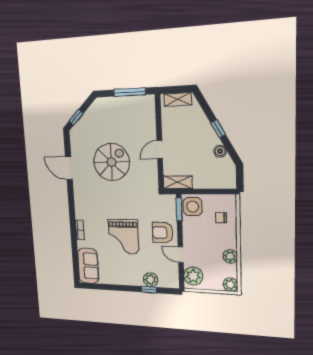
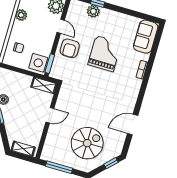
spiral stairs: (111, 162) -> (87, 143), moved, turned 180
door: (69, 168) -> (133, 124), swing flipped
armchair: (163, 233) -> (70, 48), turned 90

